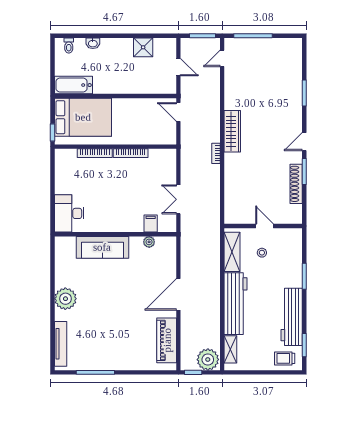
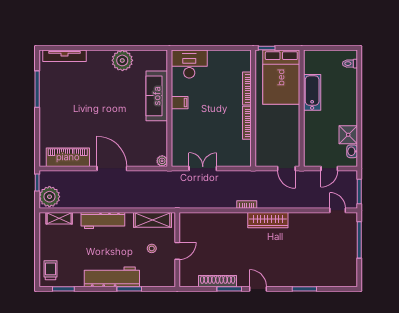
washbasin: (93, 43) -> (352, 151), moved
bathtub: (73, 85) -> (312, 92), moved
door: (178, 112) -> (286, 168), swing flipped
filing cabinet: (151, 223) -> (180, 103), moved
plant: (149, 242) -> (162, 161), moved
plant: (65, 299) -> (122, 60), moved
workbench: (235, 304) -> (103, 221), width x0.73, depth x0.76
workbench: (292, 317) -> (112, 277), moved

